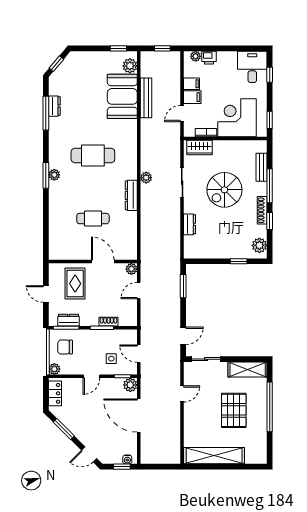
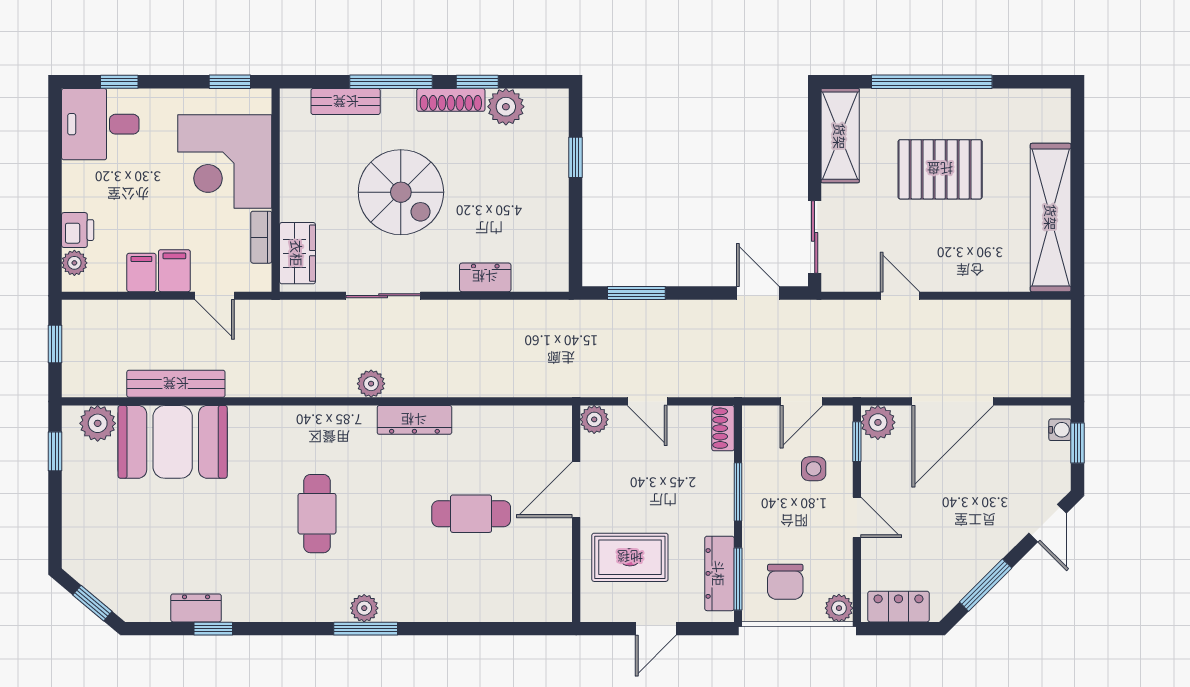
window: (46, 113) -> (213, 629), width x0.46
cafe table: (93, 155) -> (317, 514), width x0.73, depth x0.74
cafe table: (93, 219) -> (471, 514), turned 90
plant: (259, 245) -> (506, 107), moved
dresser: (69, 320) -> (719, 573), width x1.44
shoe rack: (108, 322) -> (723, 428), moved

